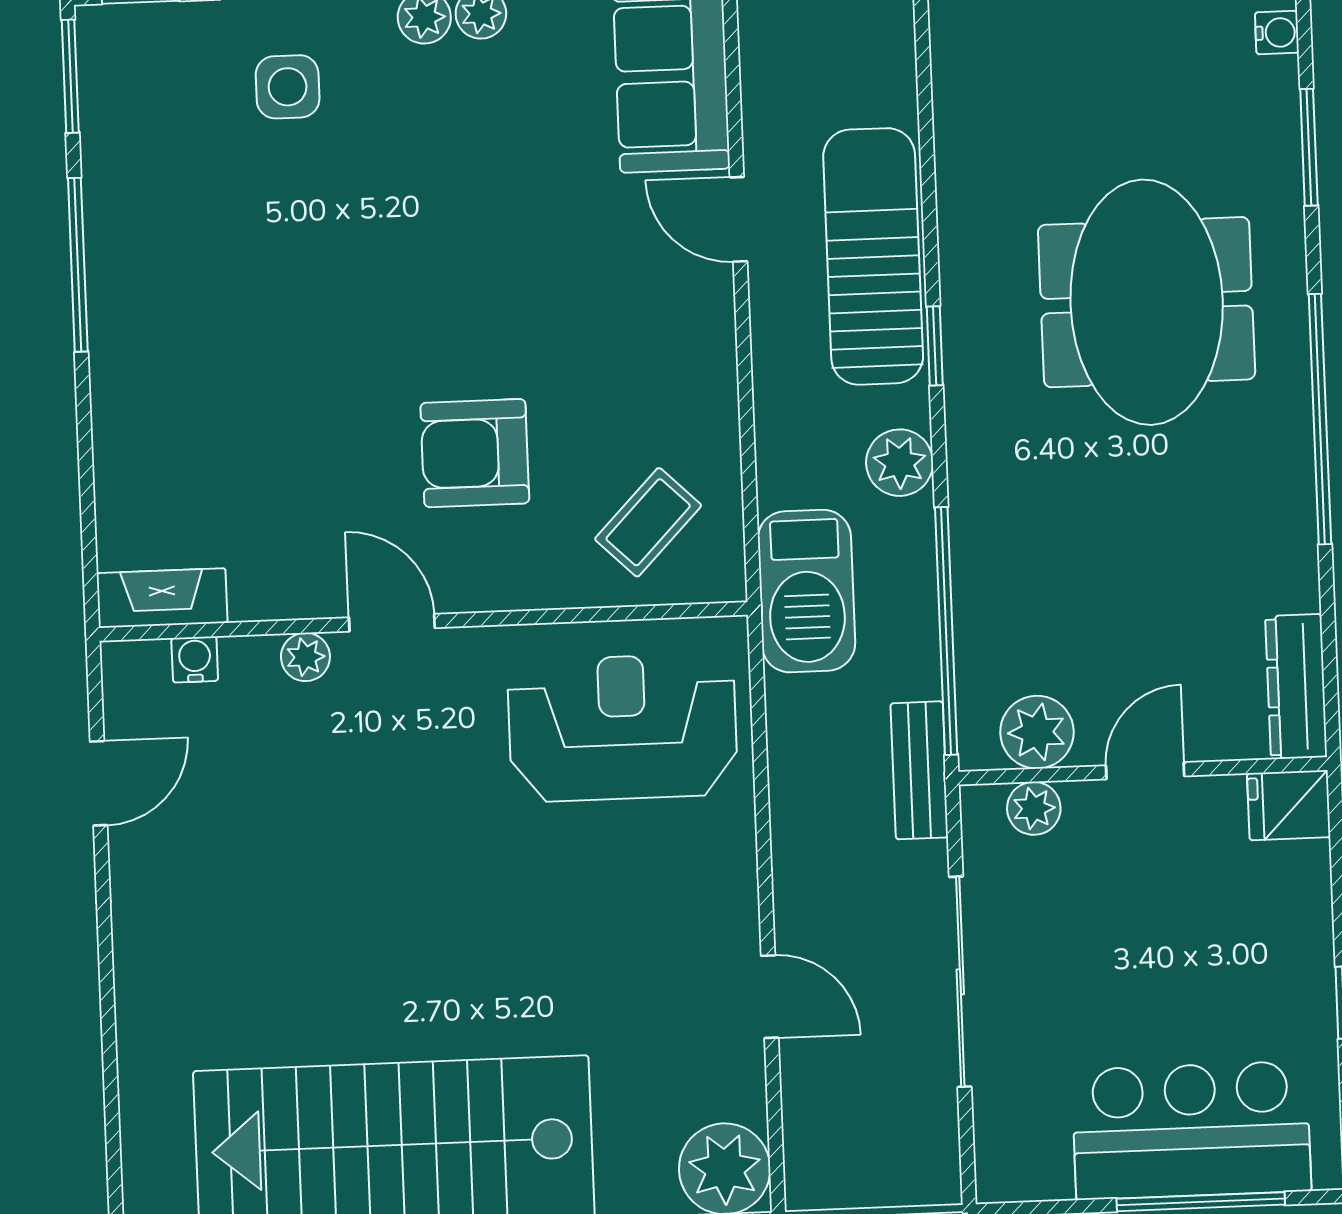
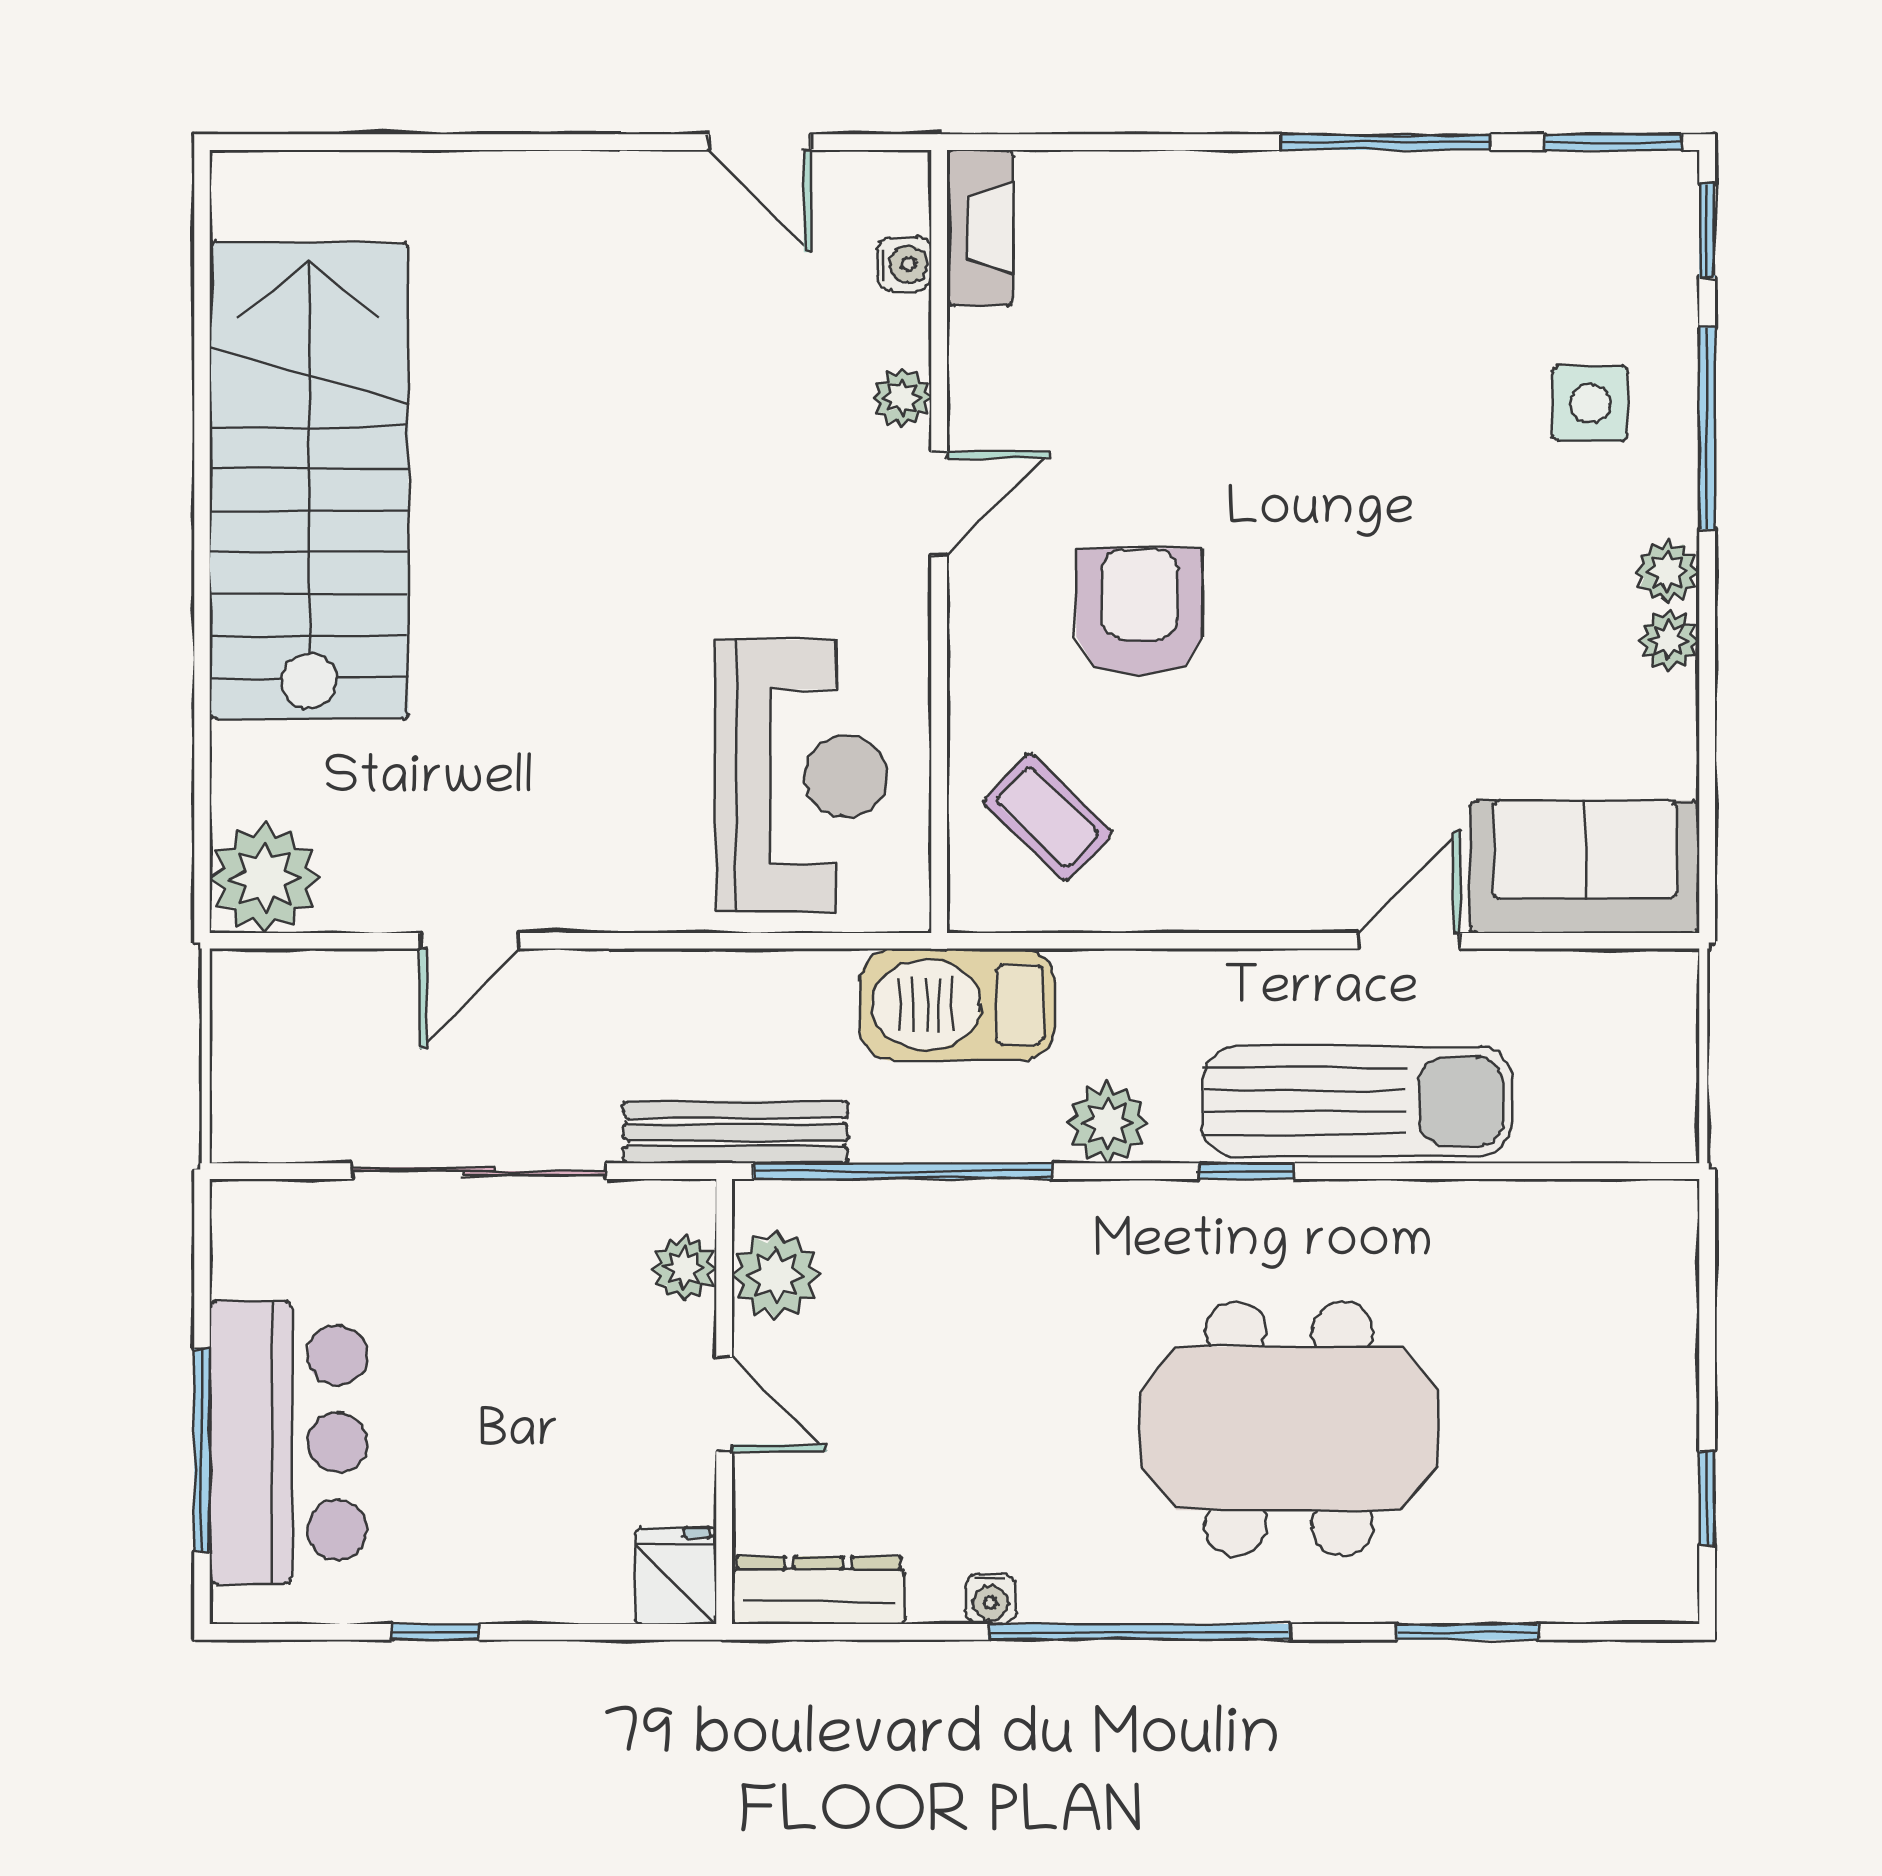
water cooler: (1277, 33) -> (991, 1599), moved
bench: (919, 770) -> (736, 1132), width x1.36

